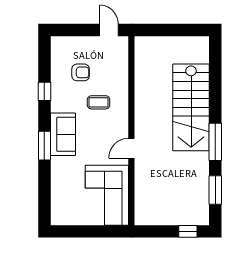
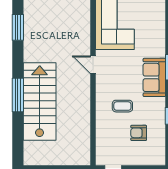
window: (215, 142) -> (18, 95), moved
door: (131, 148) -> (93, 65), swing flipped

